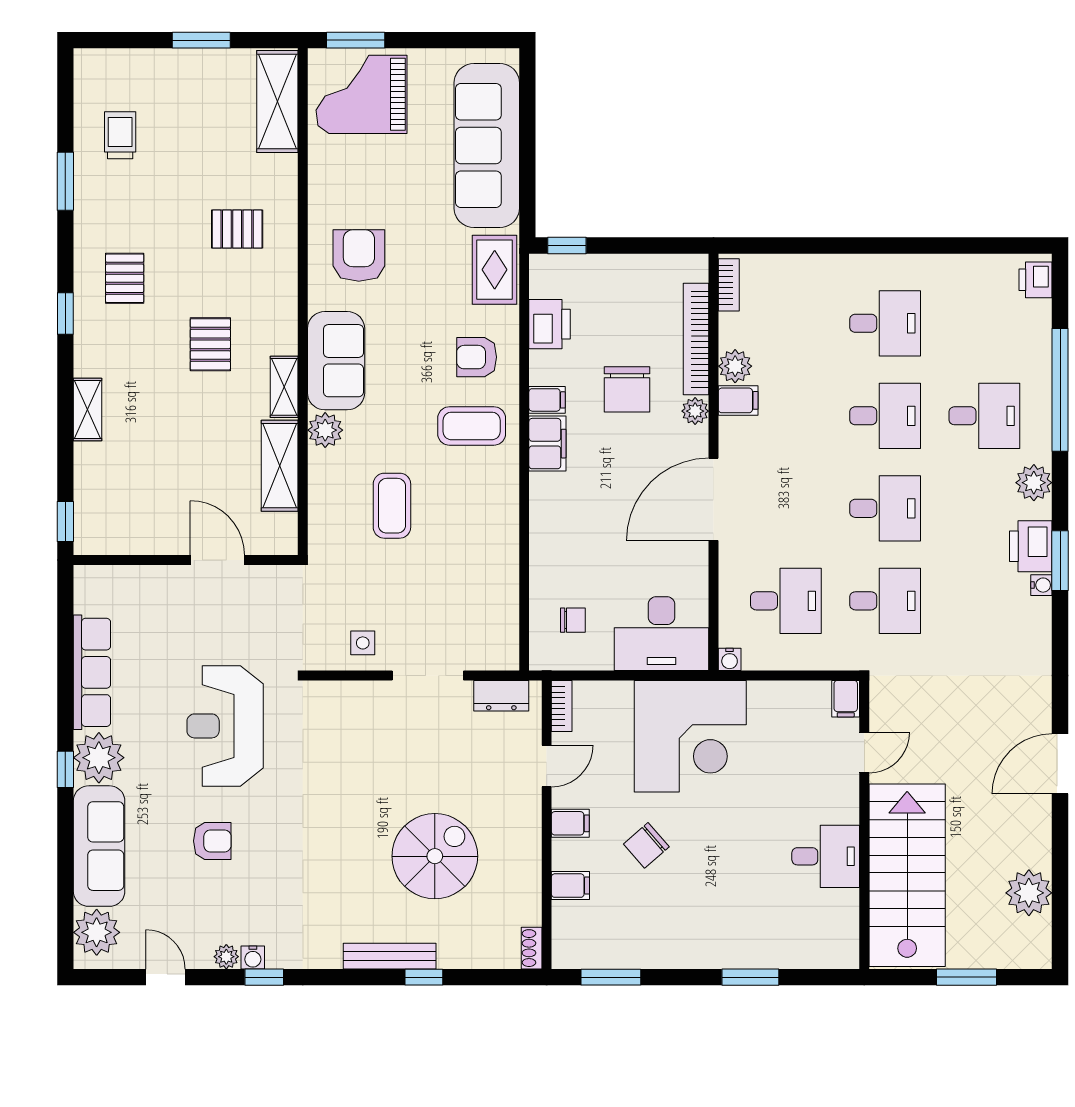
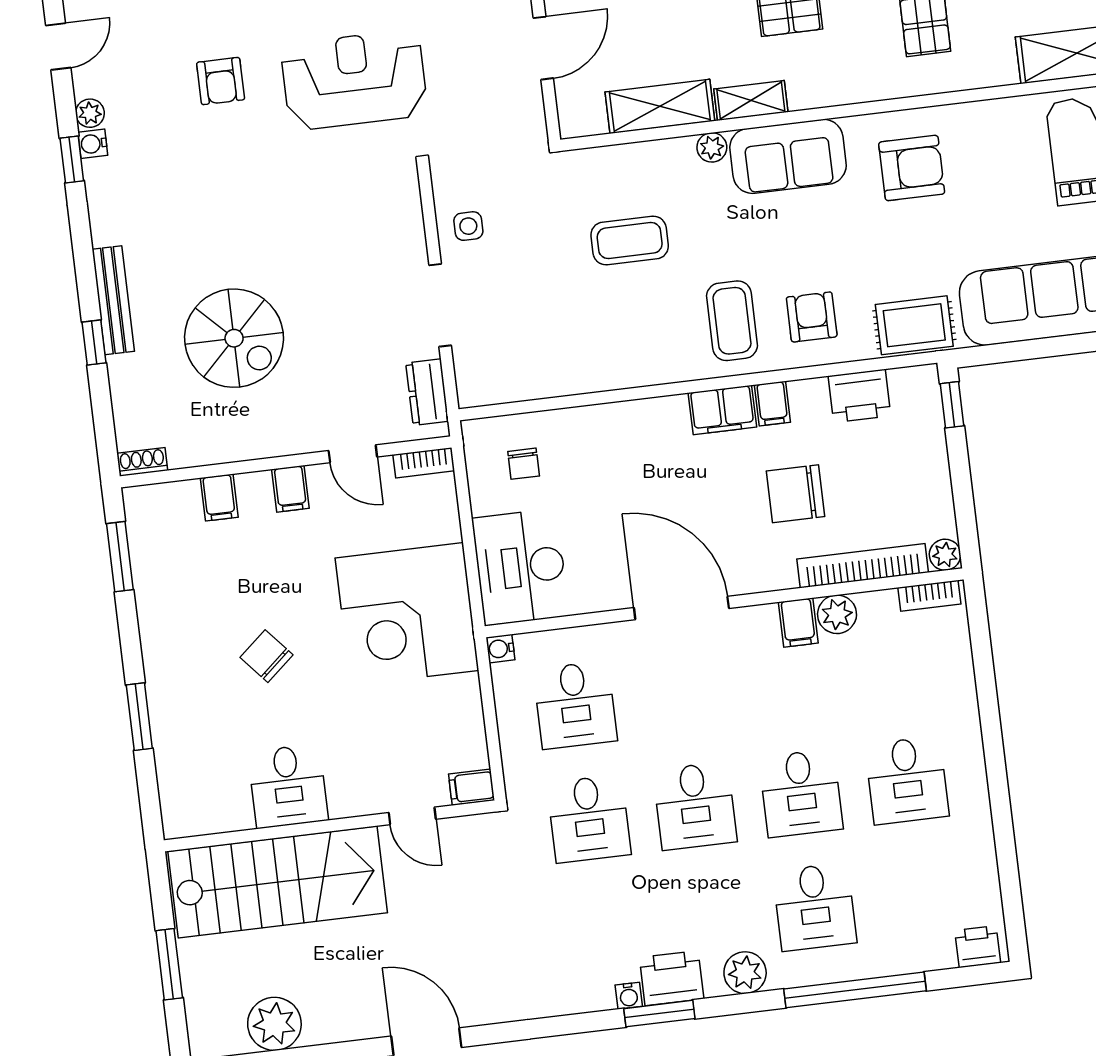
plant: (695, 411) -> (945, 555), moved
plant: (325, 430) -> (712, 147), width x0.73, depth x0.73
chair: (646, 845) -> (267, 656), moved

